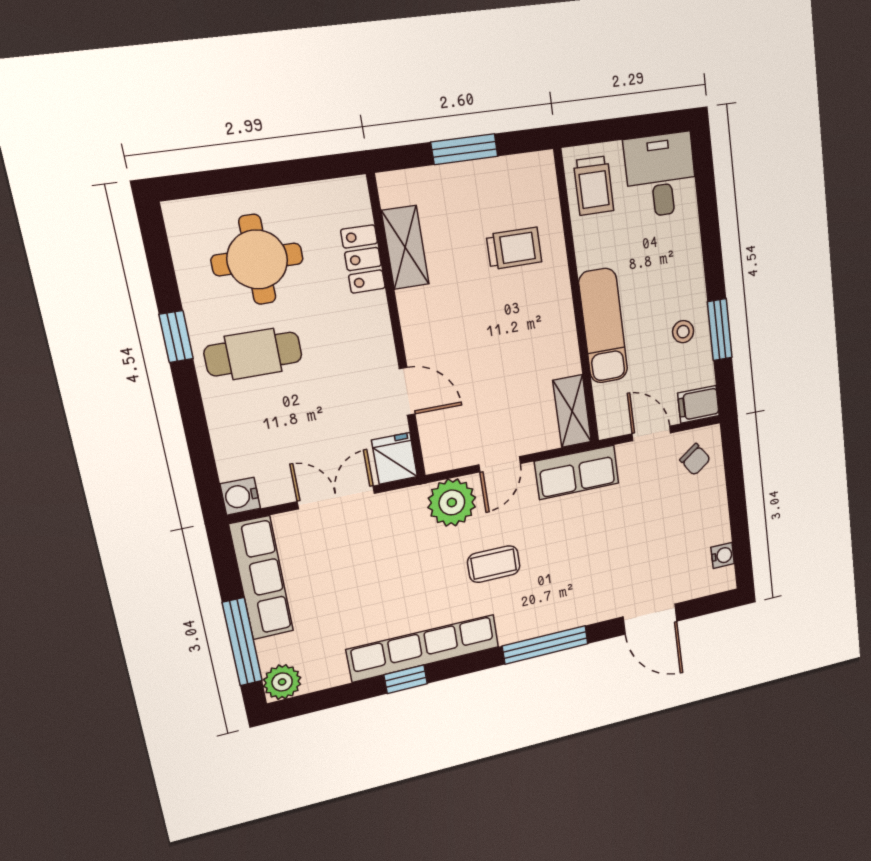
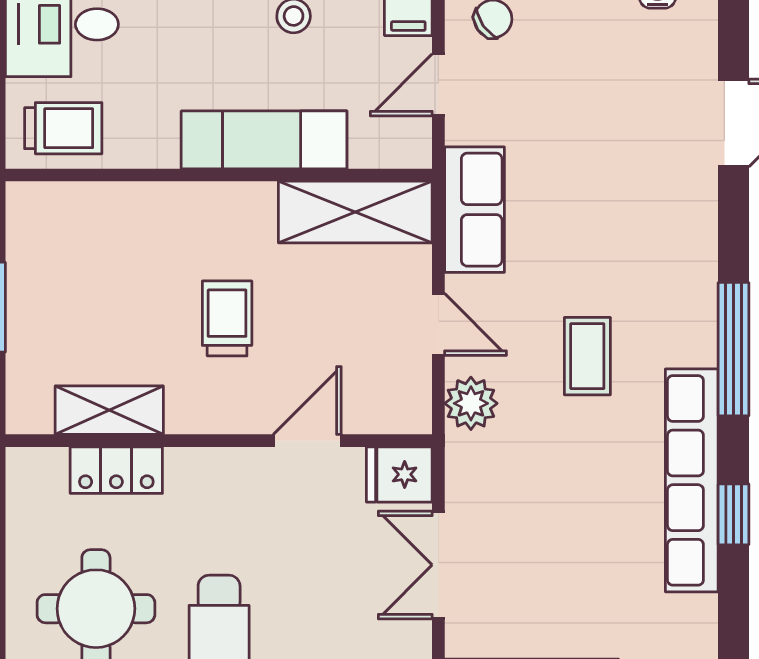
trolley: (514, 248) -> (227, 318), moved
shelving: (572, 411) -> (355, 212), width x1.50, depth x1.33
plant: (452, 502) -> (471, 403), width x0.73, depth x0.73
window: (545, 645) -> (734, 349), moved

